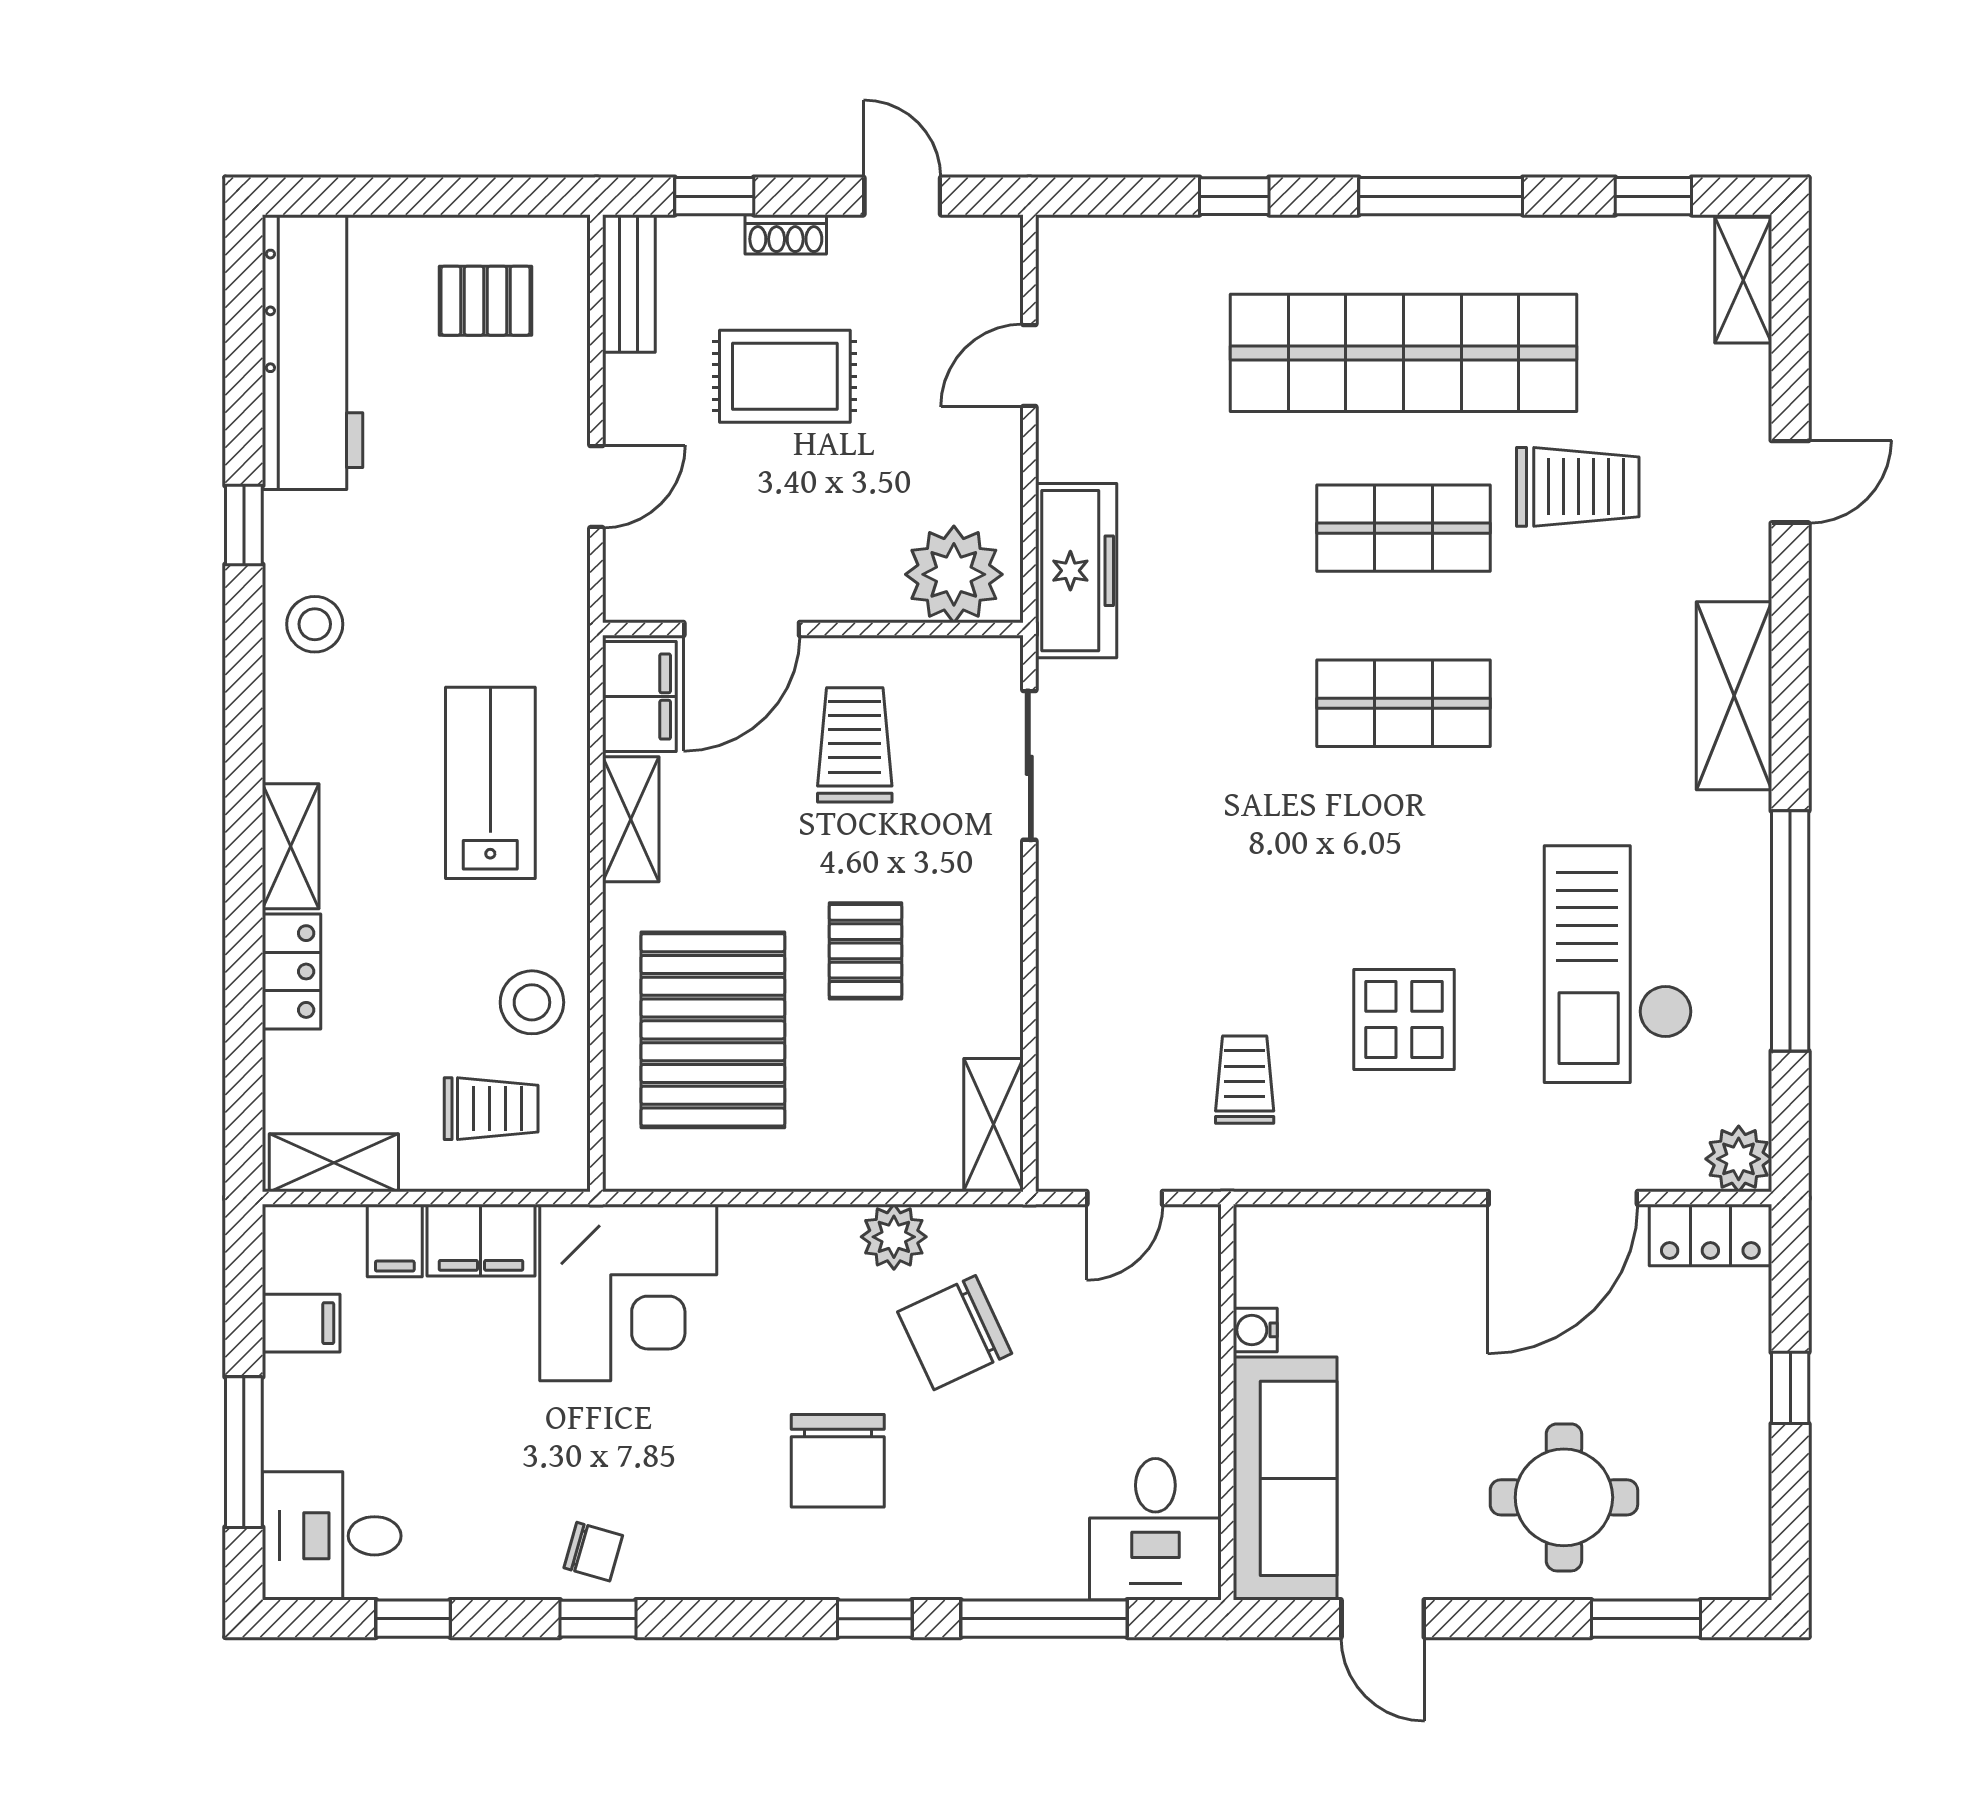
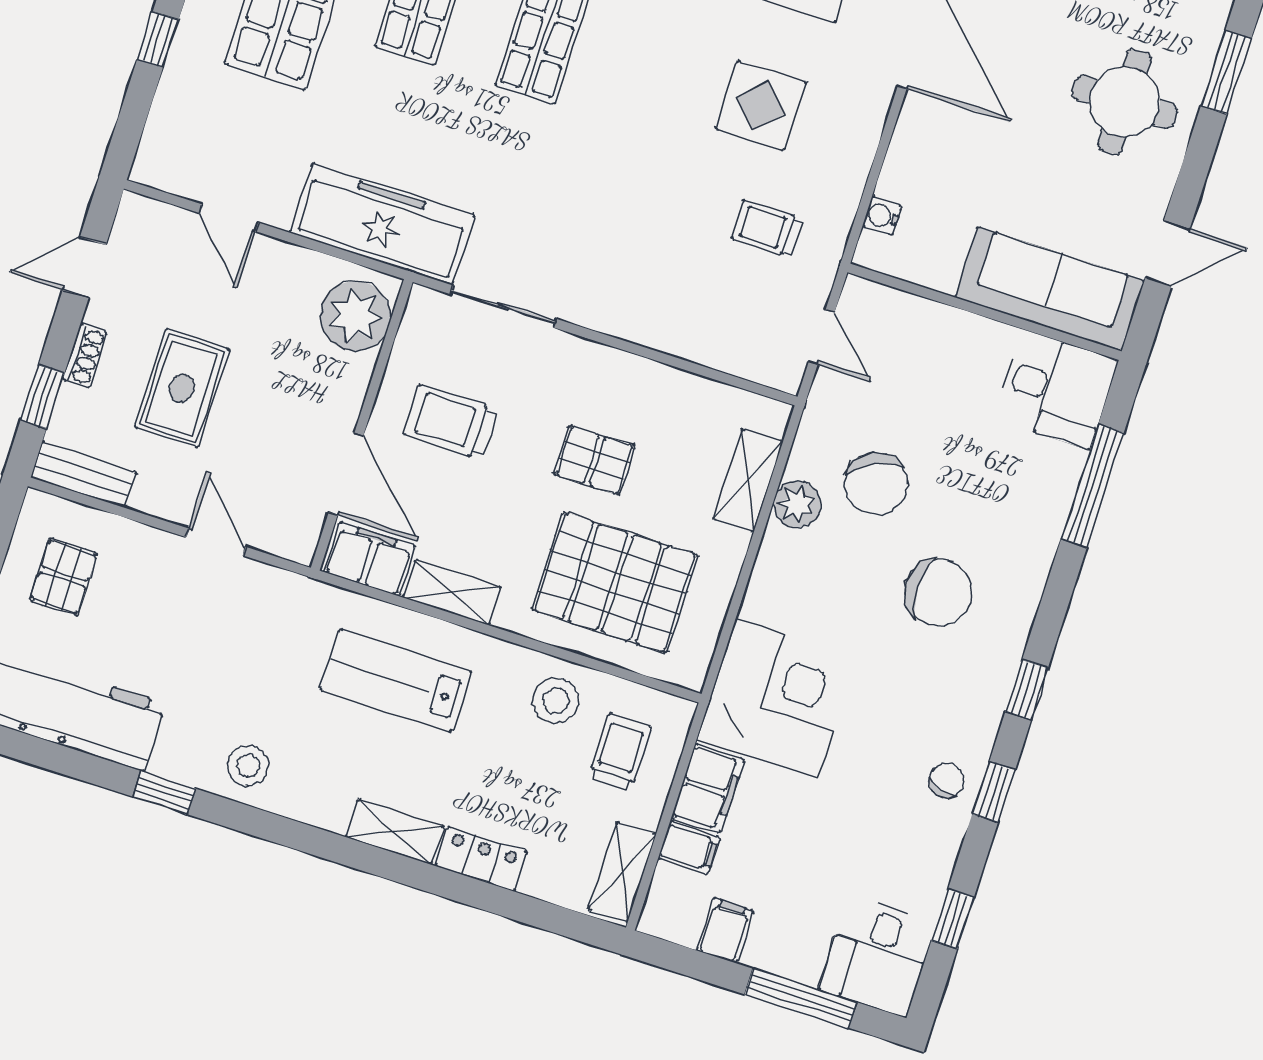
freezer: (1076, 571) -> (382, 224), width x1.36, depth x1.26
shelving: (993, 1124) -> (748, 480), moved, turned 90
water cooler: (1255, 1330) -> (882, 216), moved, turned 90
window: (875, 1619) -> (1027, 690), moved

